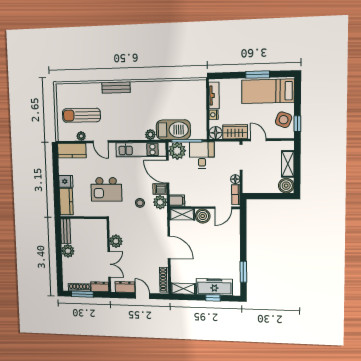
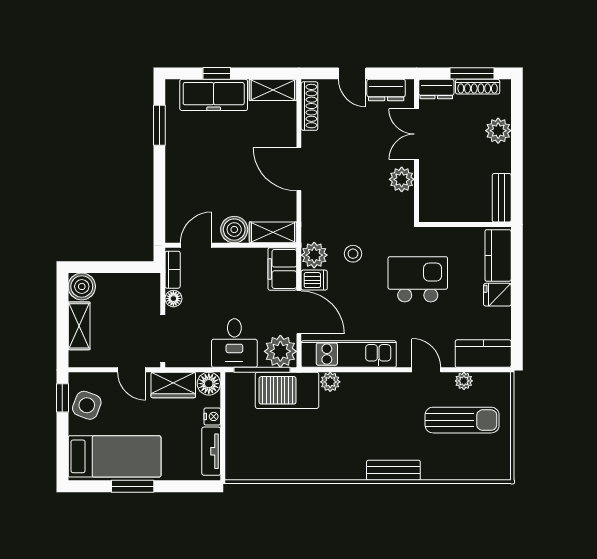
filing cabinet: (177, 201) -> (282, 269), width x2.00
plant: (68, 251) -> (498, 131), moved

